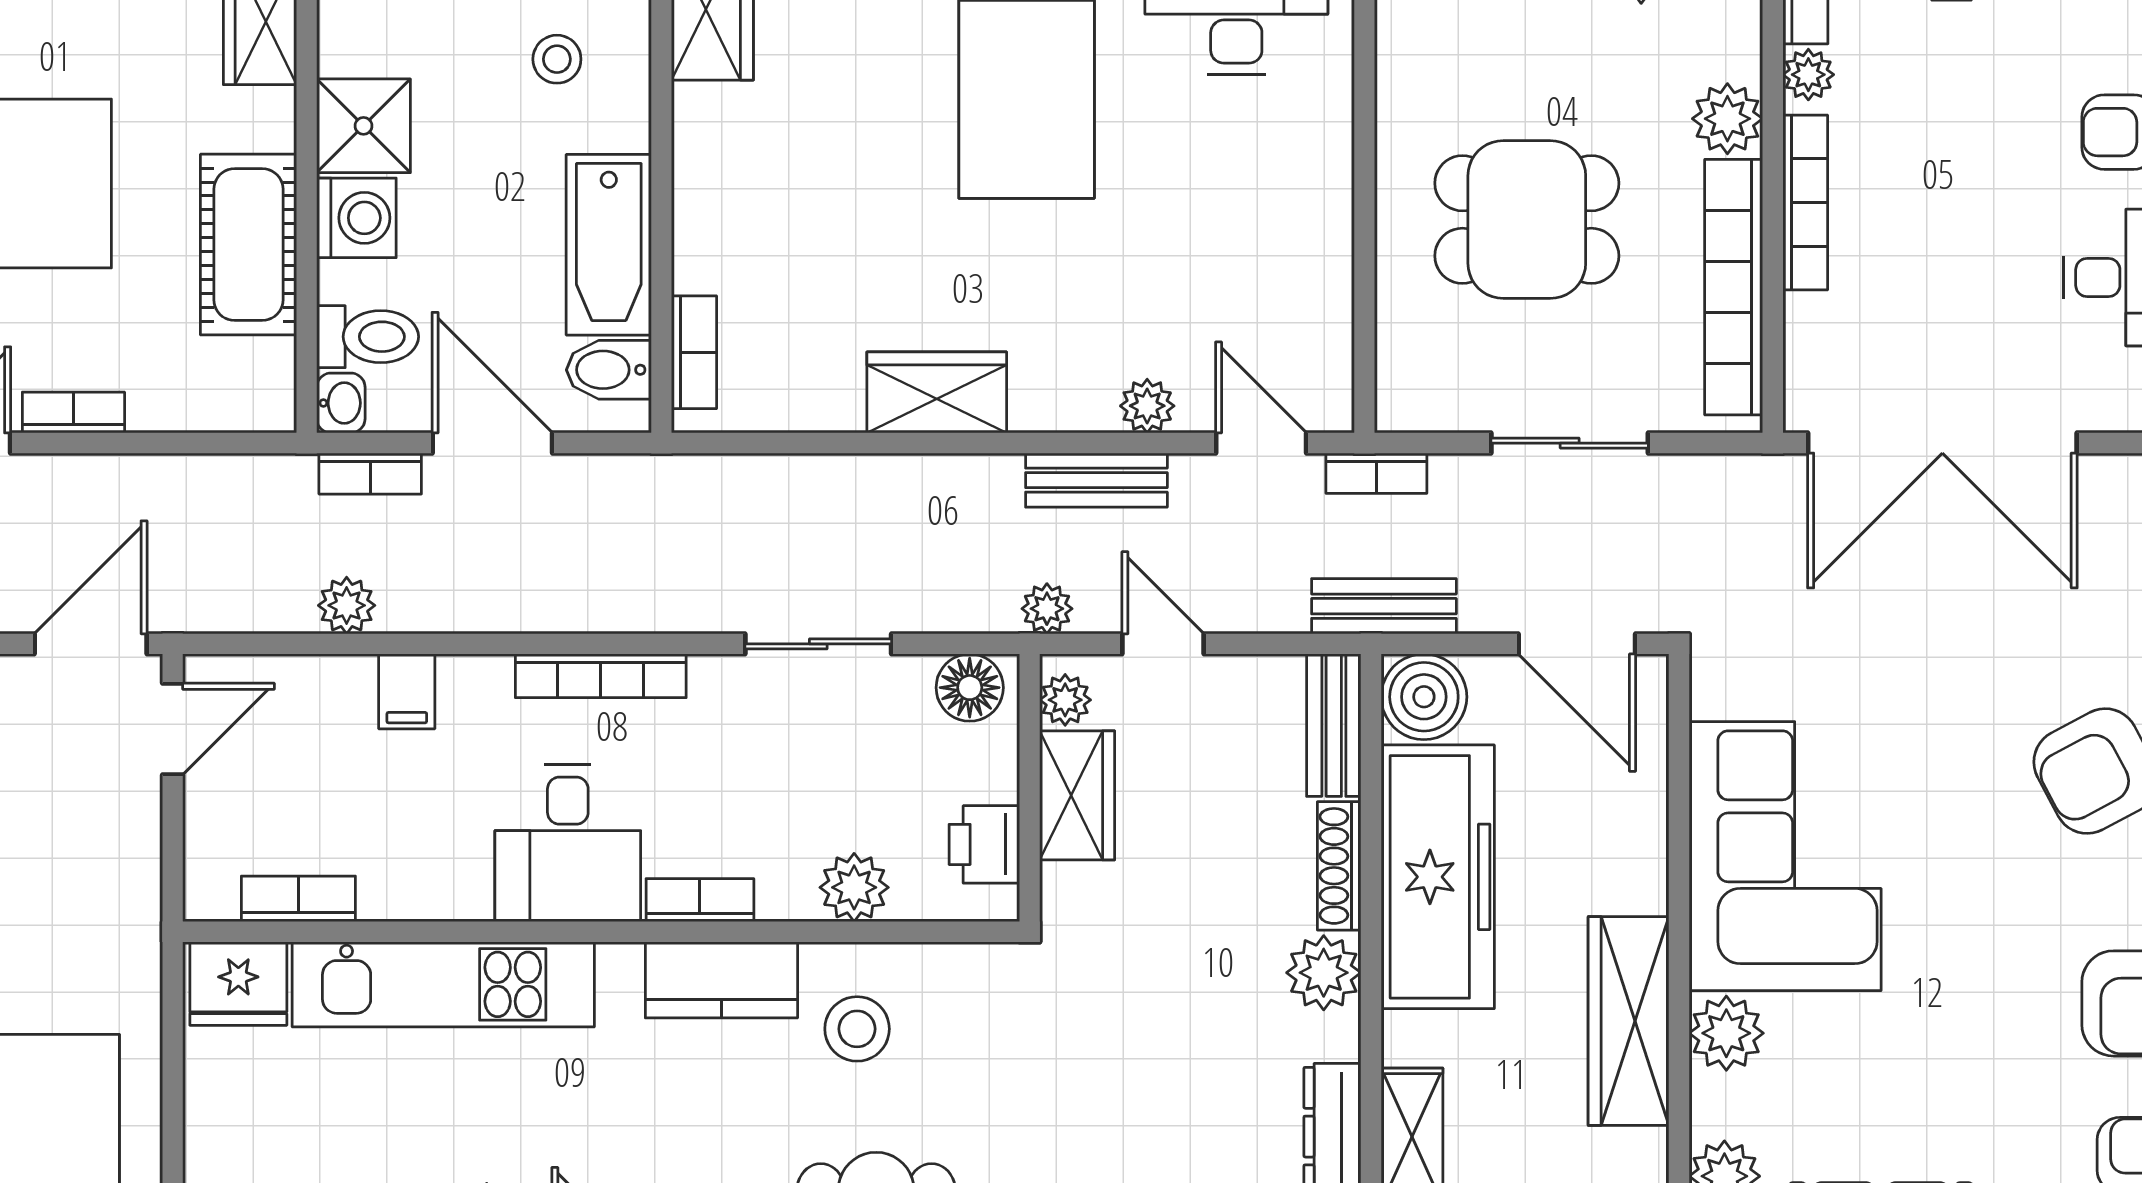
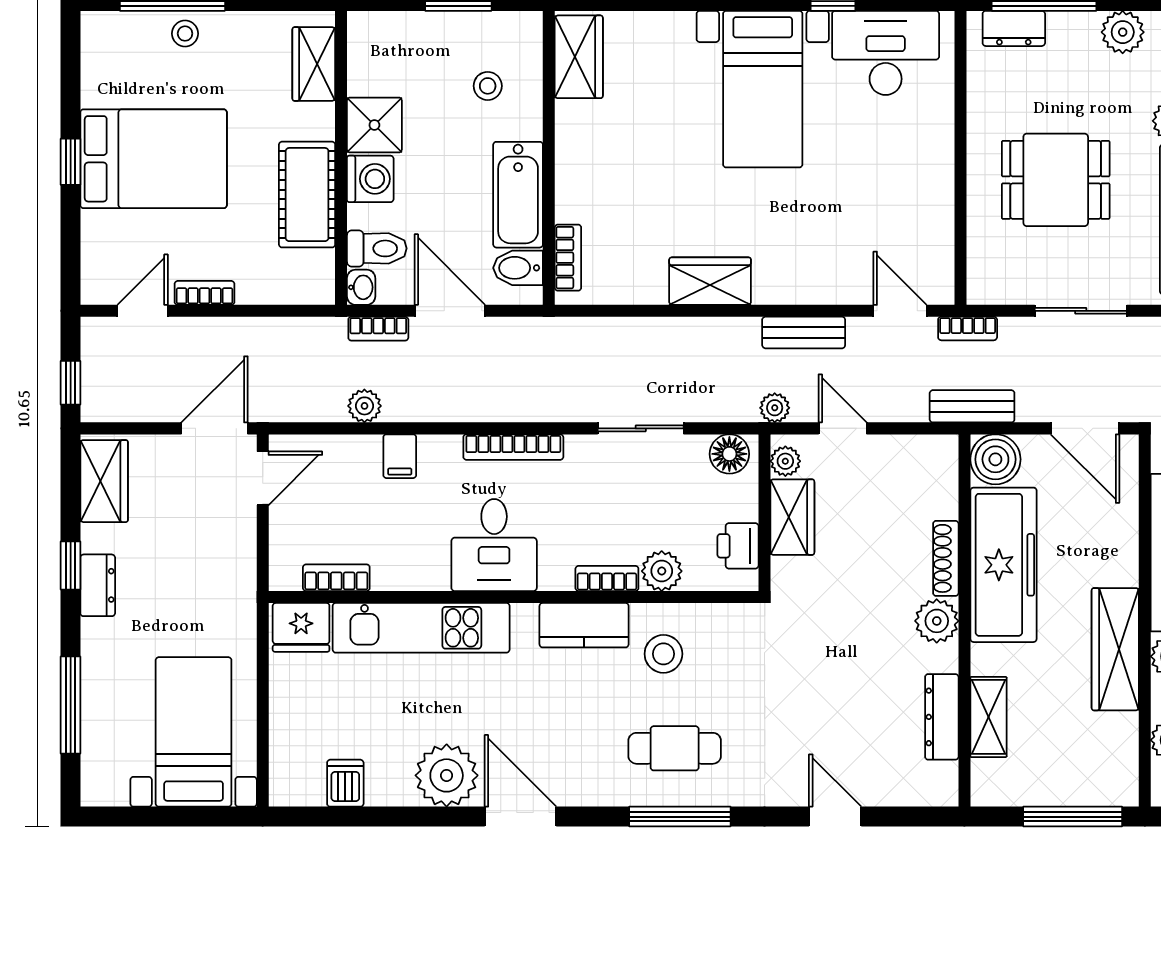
plant: (1147, 406) -> (833, 289), removed
bench: (1334, 725) -> (943, 476), removed
bookcase: (700, 900) -> (607, 578), moved

